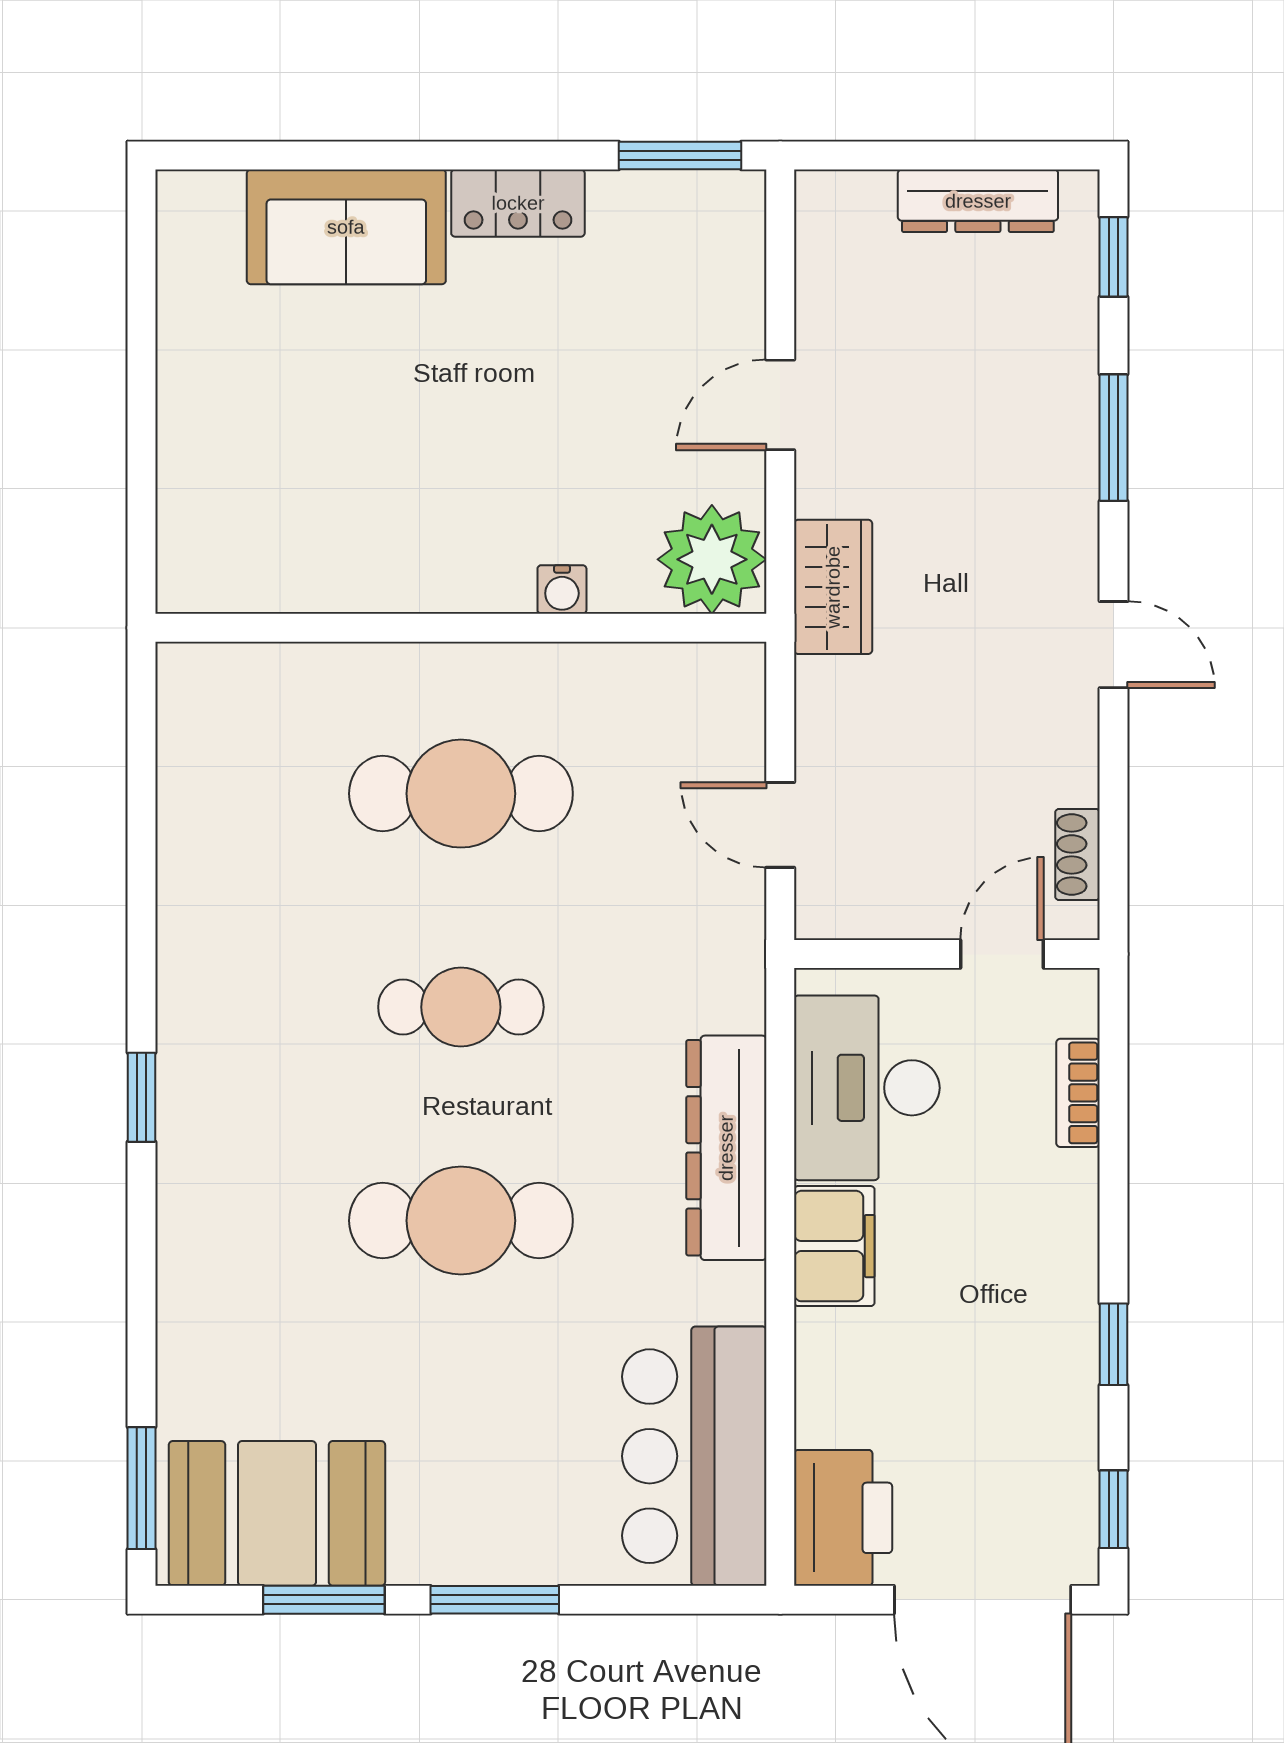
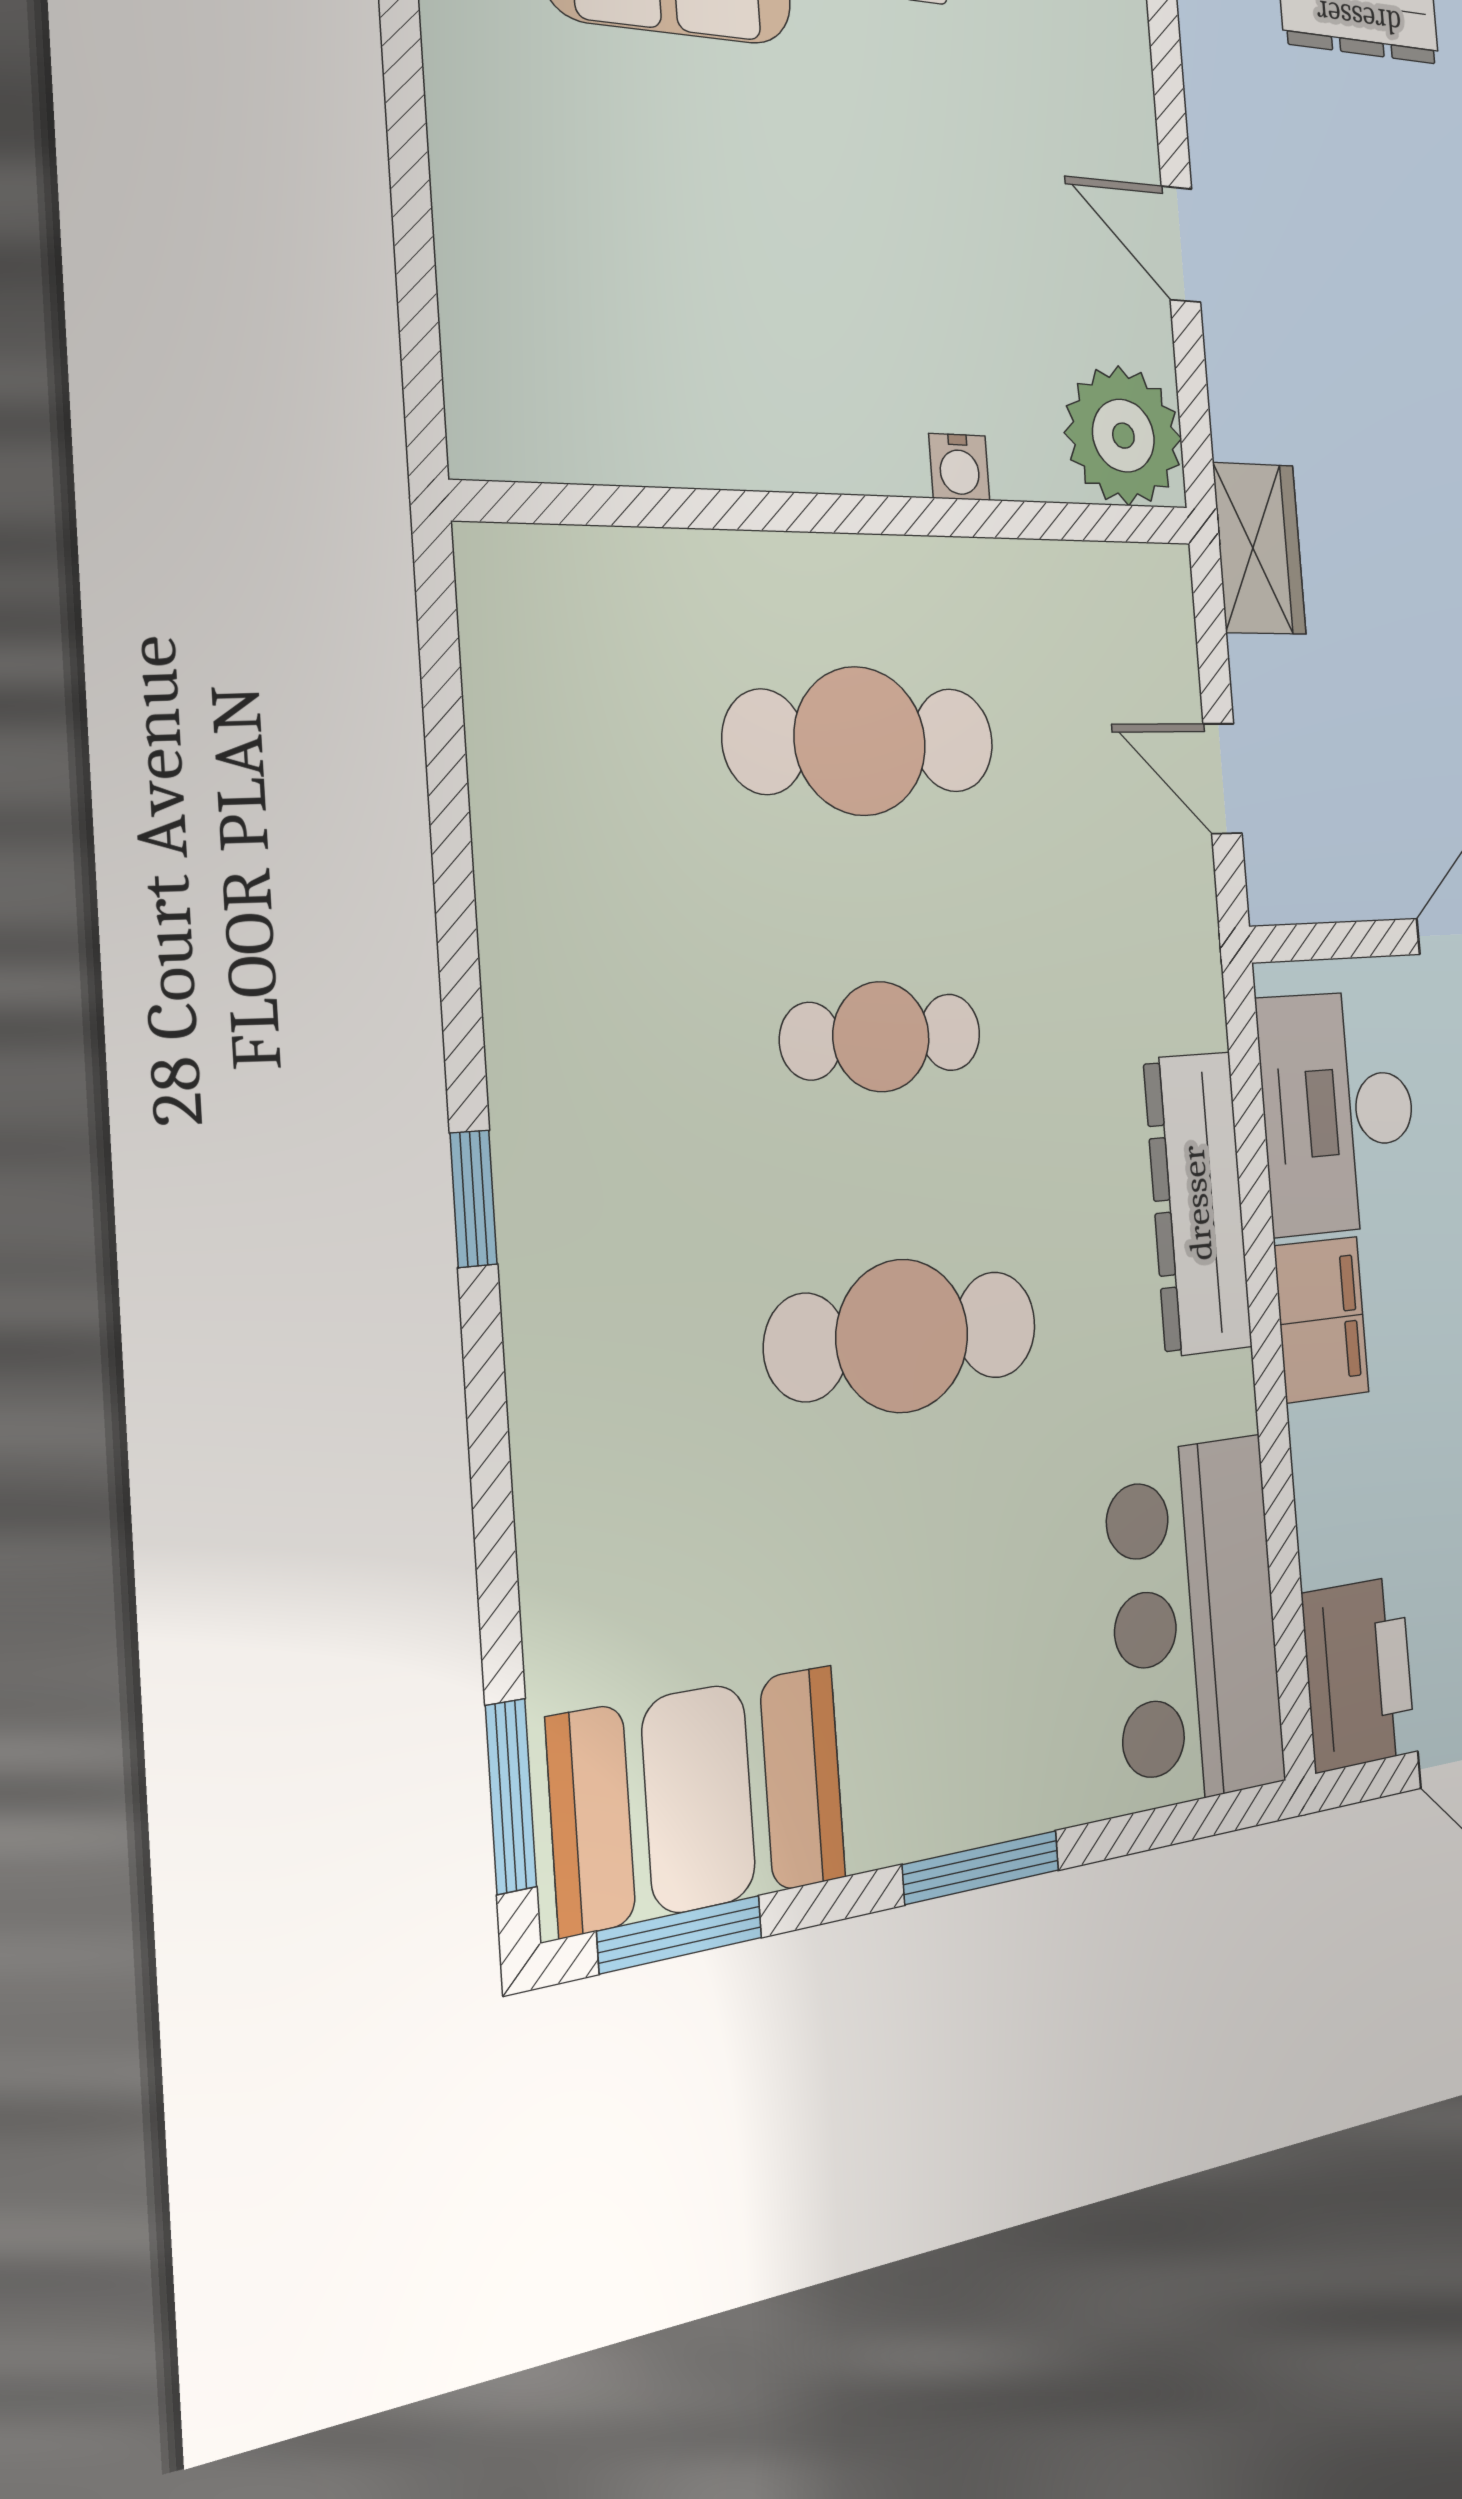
door: (780, 405) -> (1181, 244), hinge flipped
wardrobe: (833, 587) -> (1259, 549), moved
window: (324, 1600) -> (680, 1934), moved

